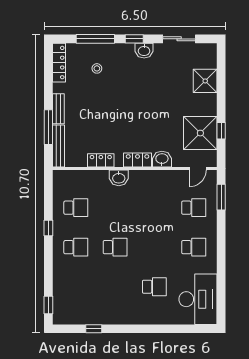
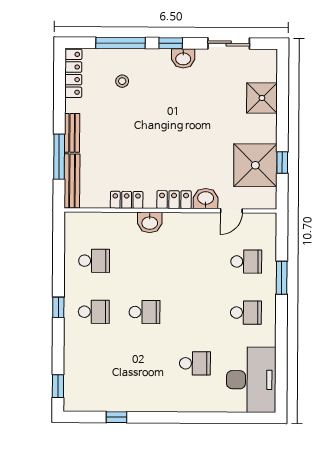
door: (198, 168) -> (231, 211), moved
window: (221, 197) -> (282, 278), moved
window: (48, 228) -> (58, 307), moved

